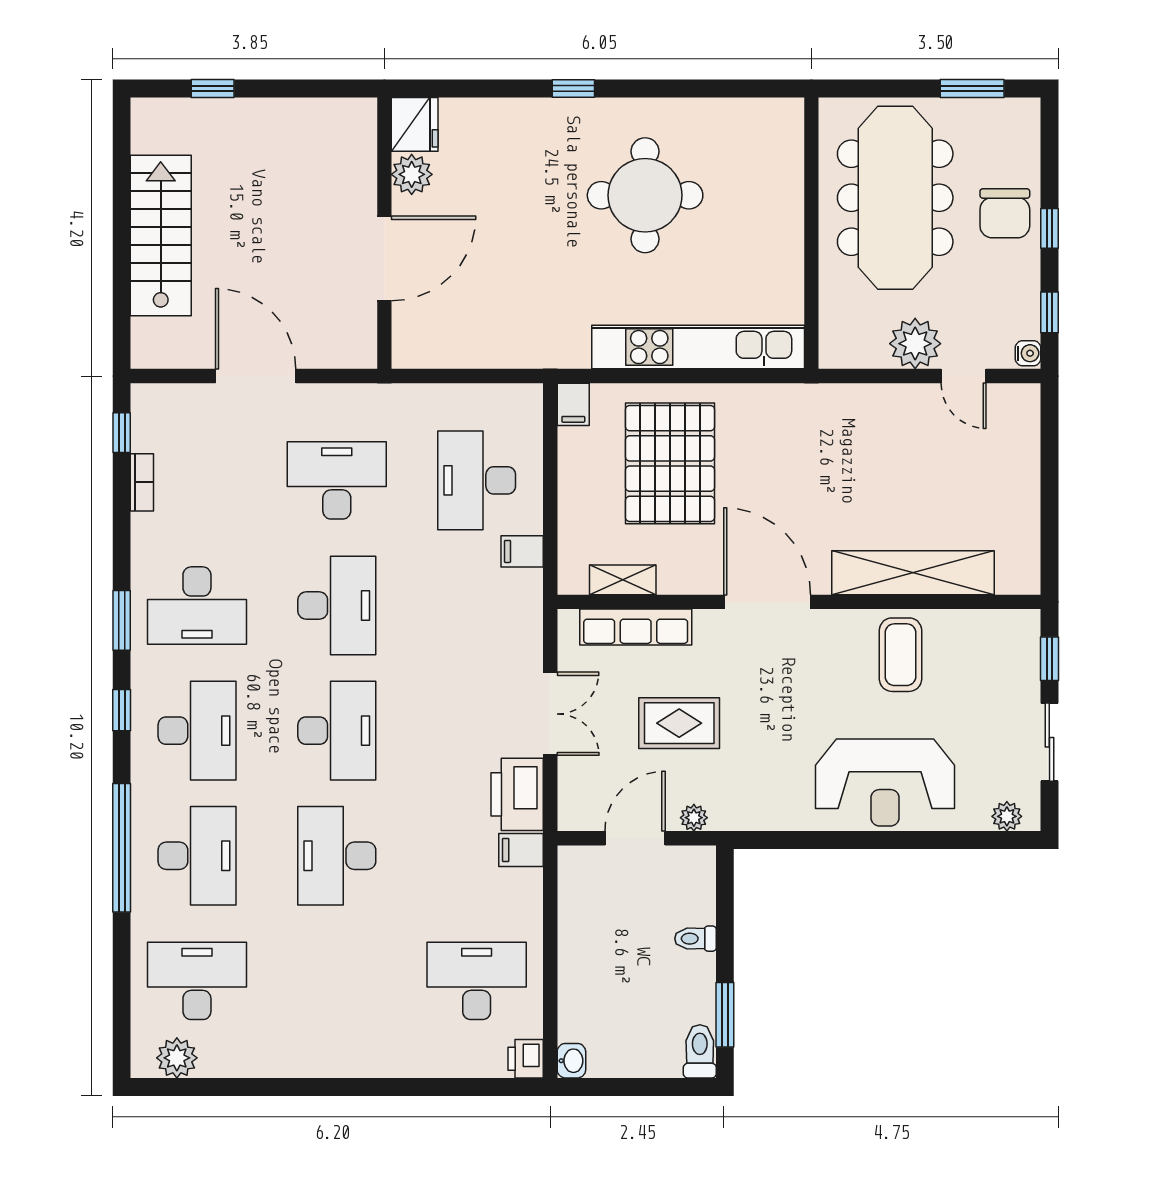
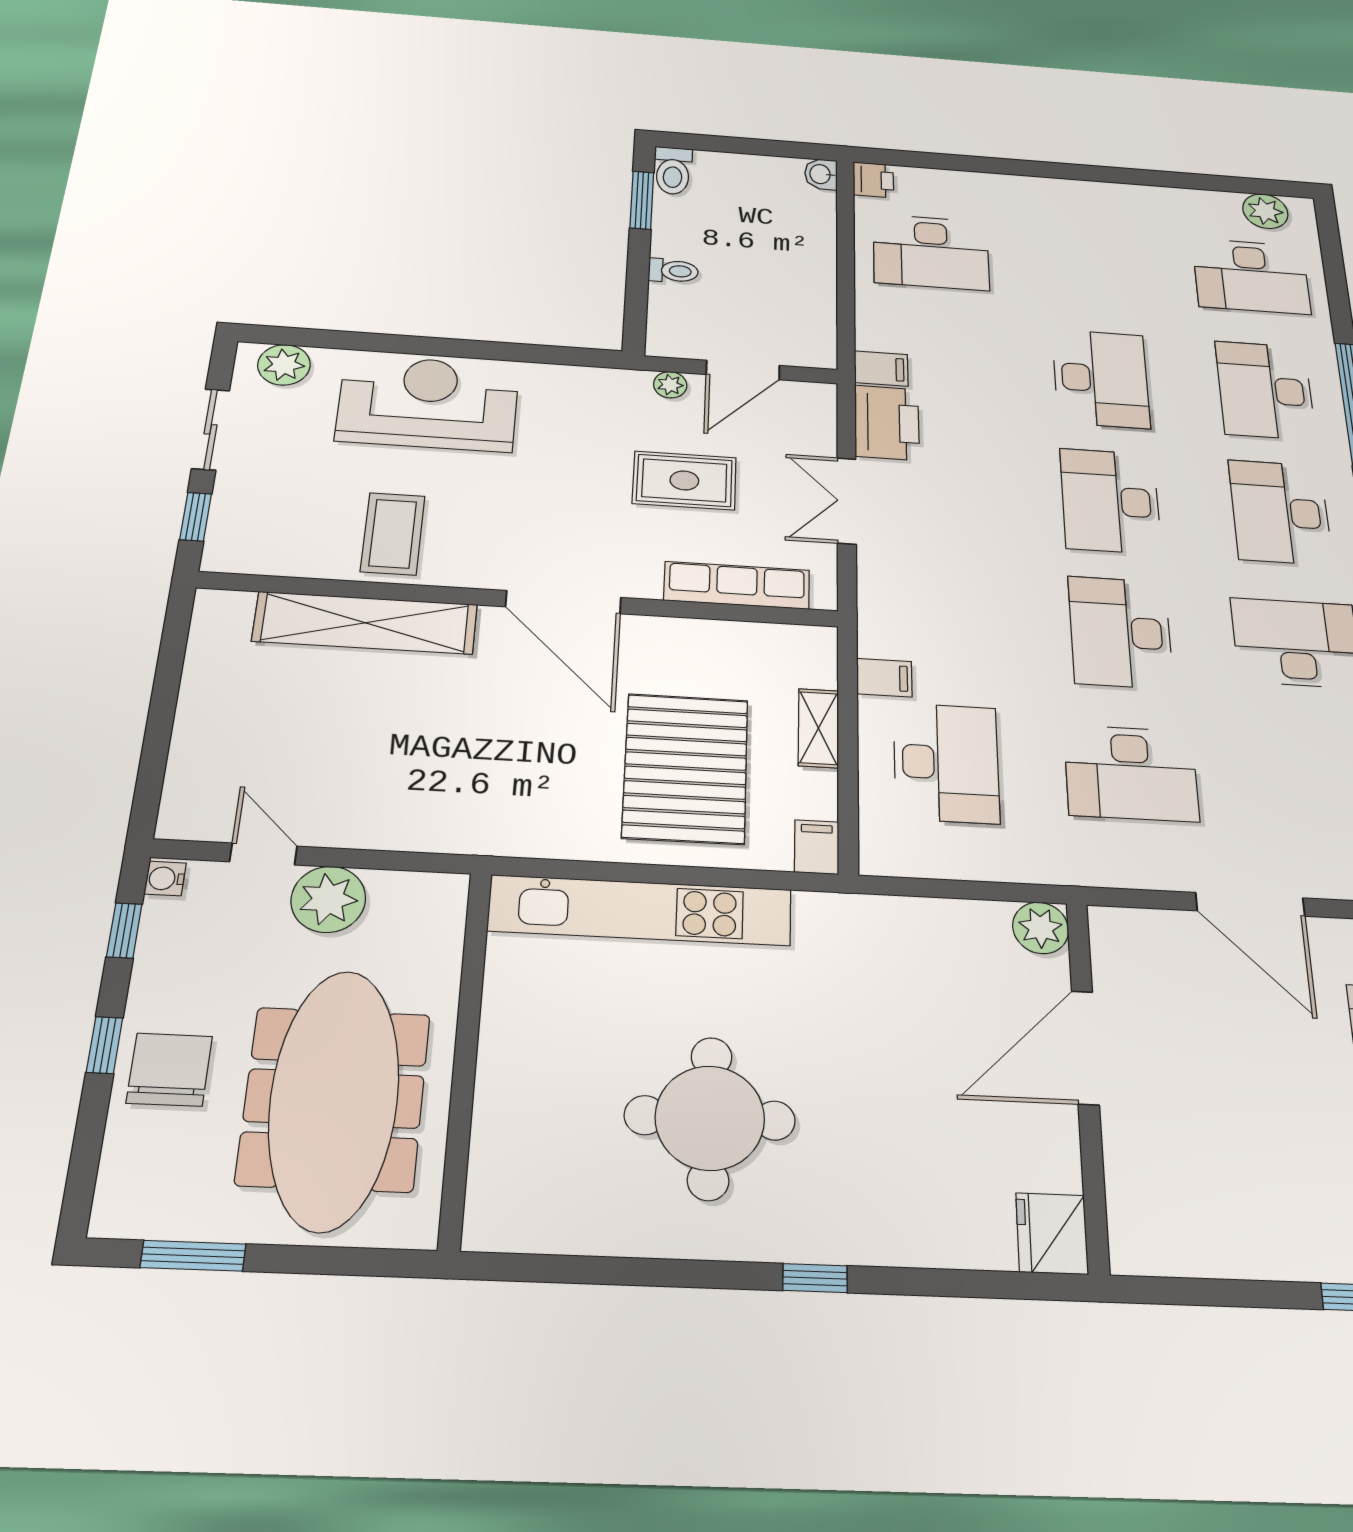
plant: (412, 174) -> (1041, 928), moved
shelving: (623, 580) -> (818, 728), moved, turned 90
plant: (1007, 816) -> (284, 365), width x1.38, depth x1.38

